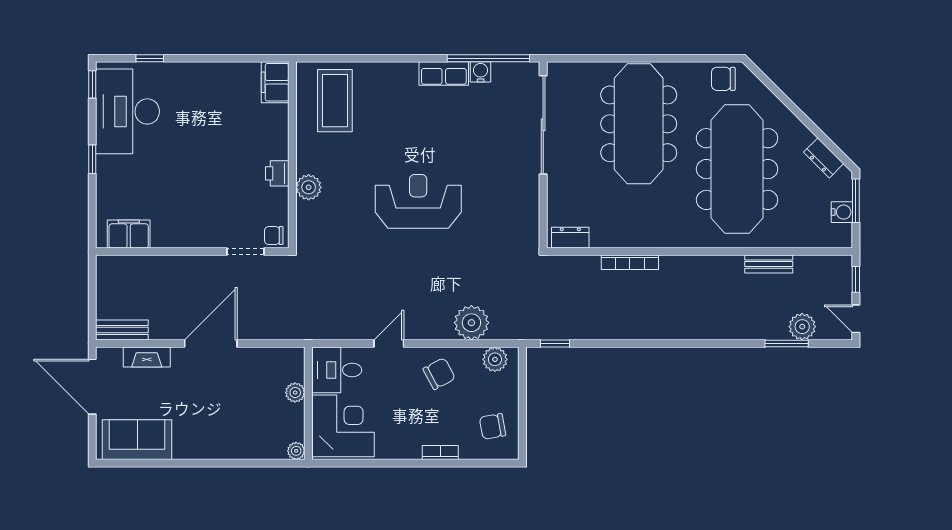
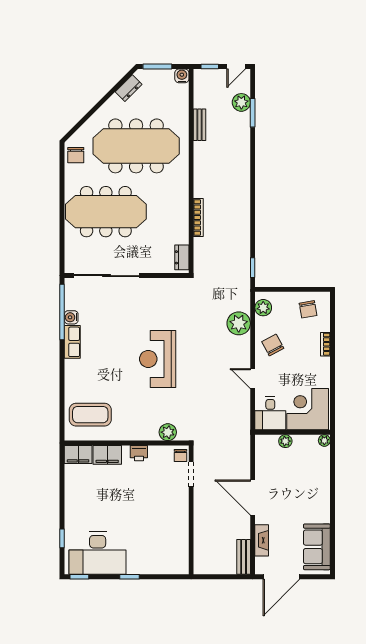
plant: (309, 187) -> (168, 432), moved
water cooler: (842, 212) -> (182, 76), moved
filing cabinet: (129, 234) -> (107, 455), moved, turned -90

